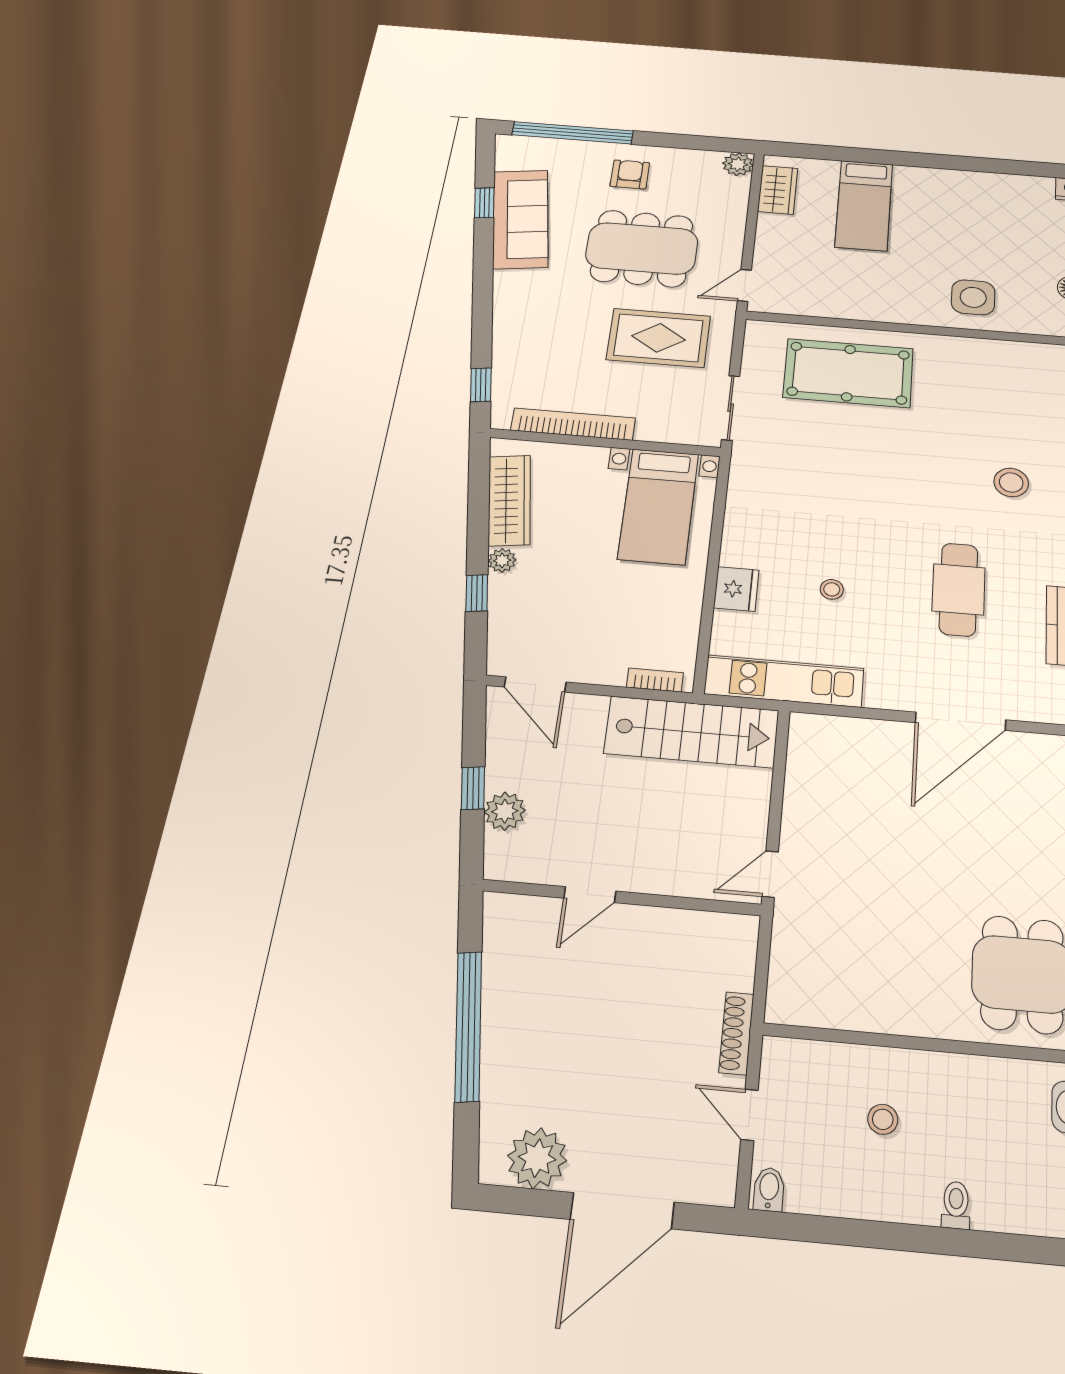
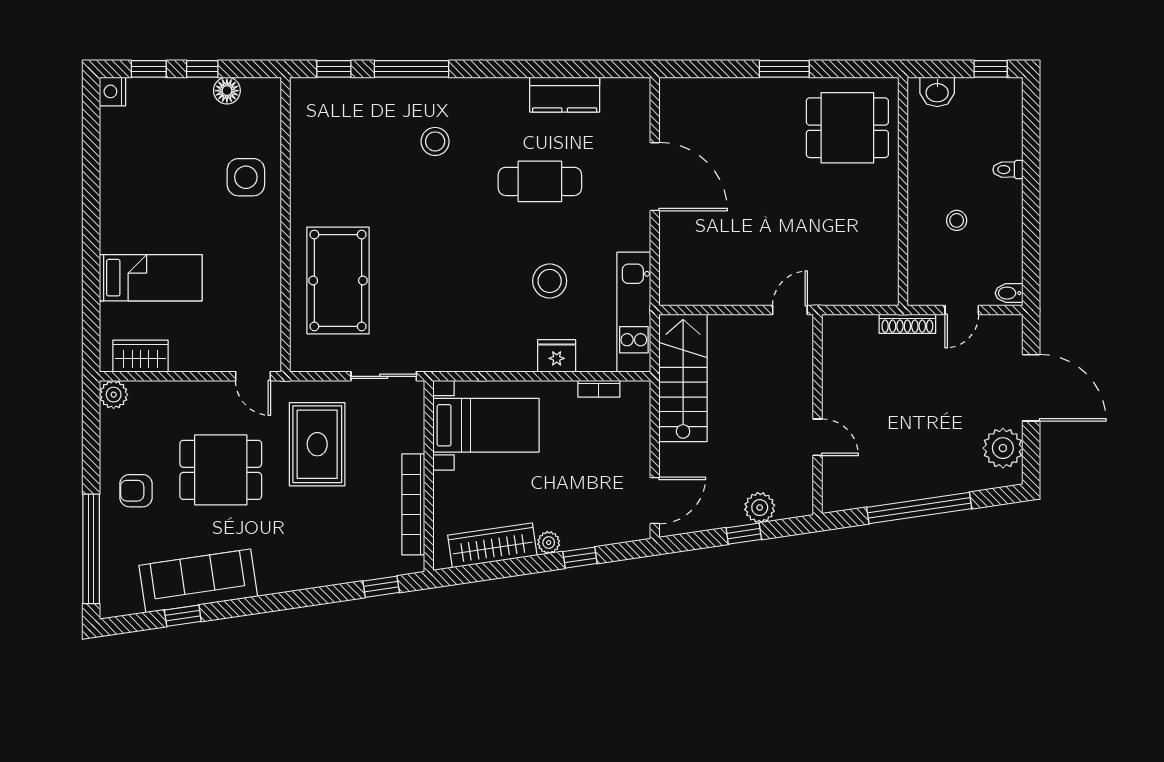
dining table: (642, 248) -> (221, 470), width x0.73
stool: (832, 589) -> (550, 281), width x1.89, depth x1.89
bookcase: (655, 680) -> (599, 389), moved, turned -90
door: (770, 874) -> (790, 310), swing flipped

